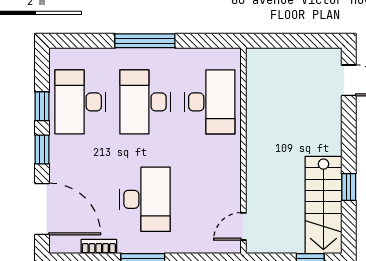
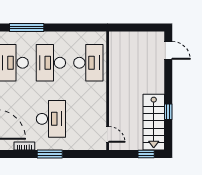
window: (145, 41) -> (27, 28), moved
door: (243, 226) -> (108, 134), swing flipped

